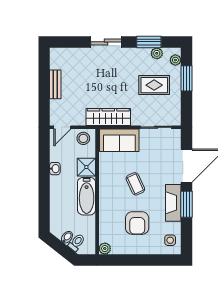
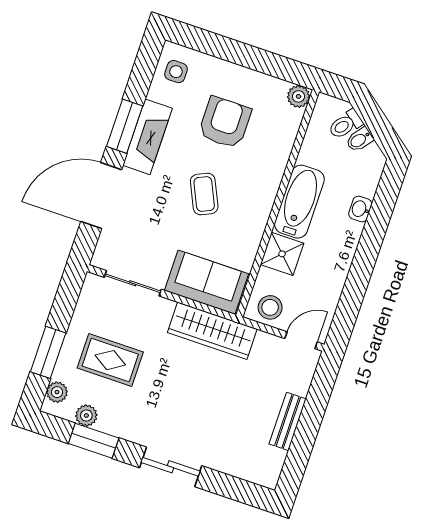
washbasin: (55, 169) -> (360, 209), moved

